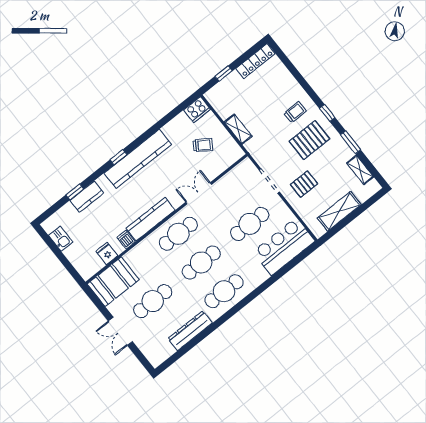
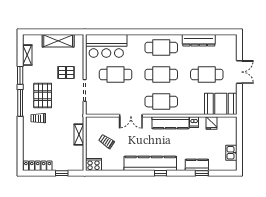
window: (327, 113) -> (20, 103), width x2.17
pallet: (309, 140) -> (43, 96), turned 90

